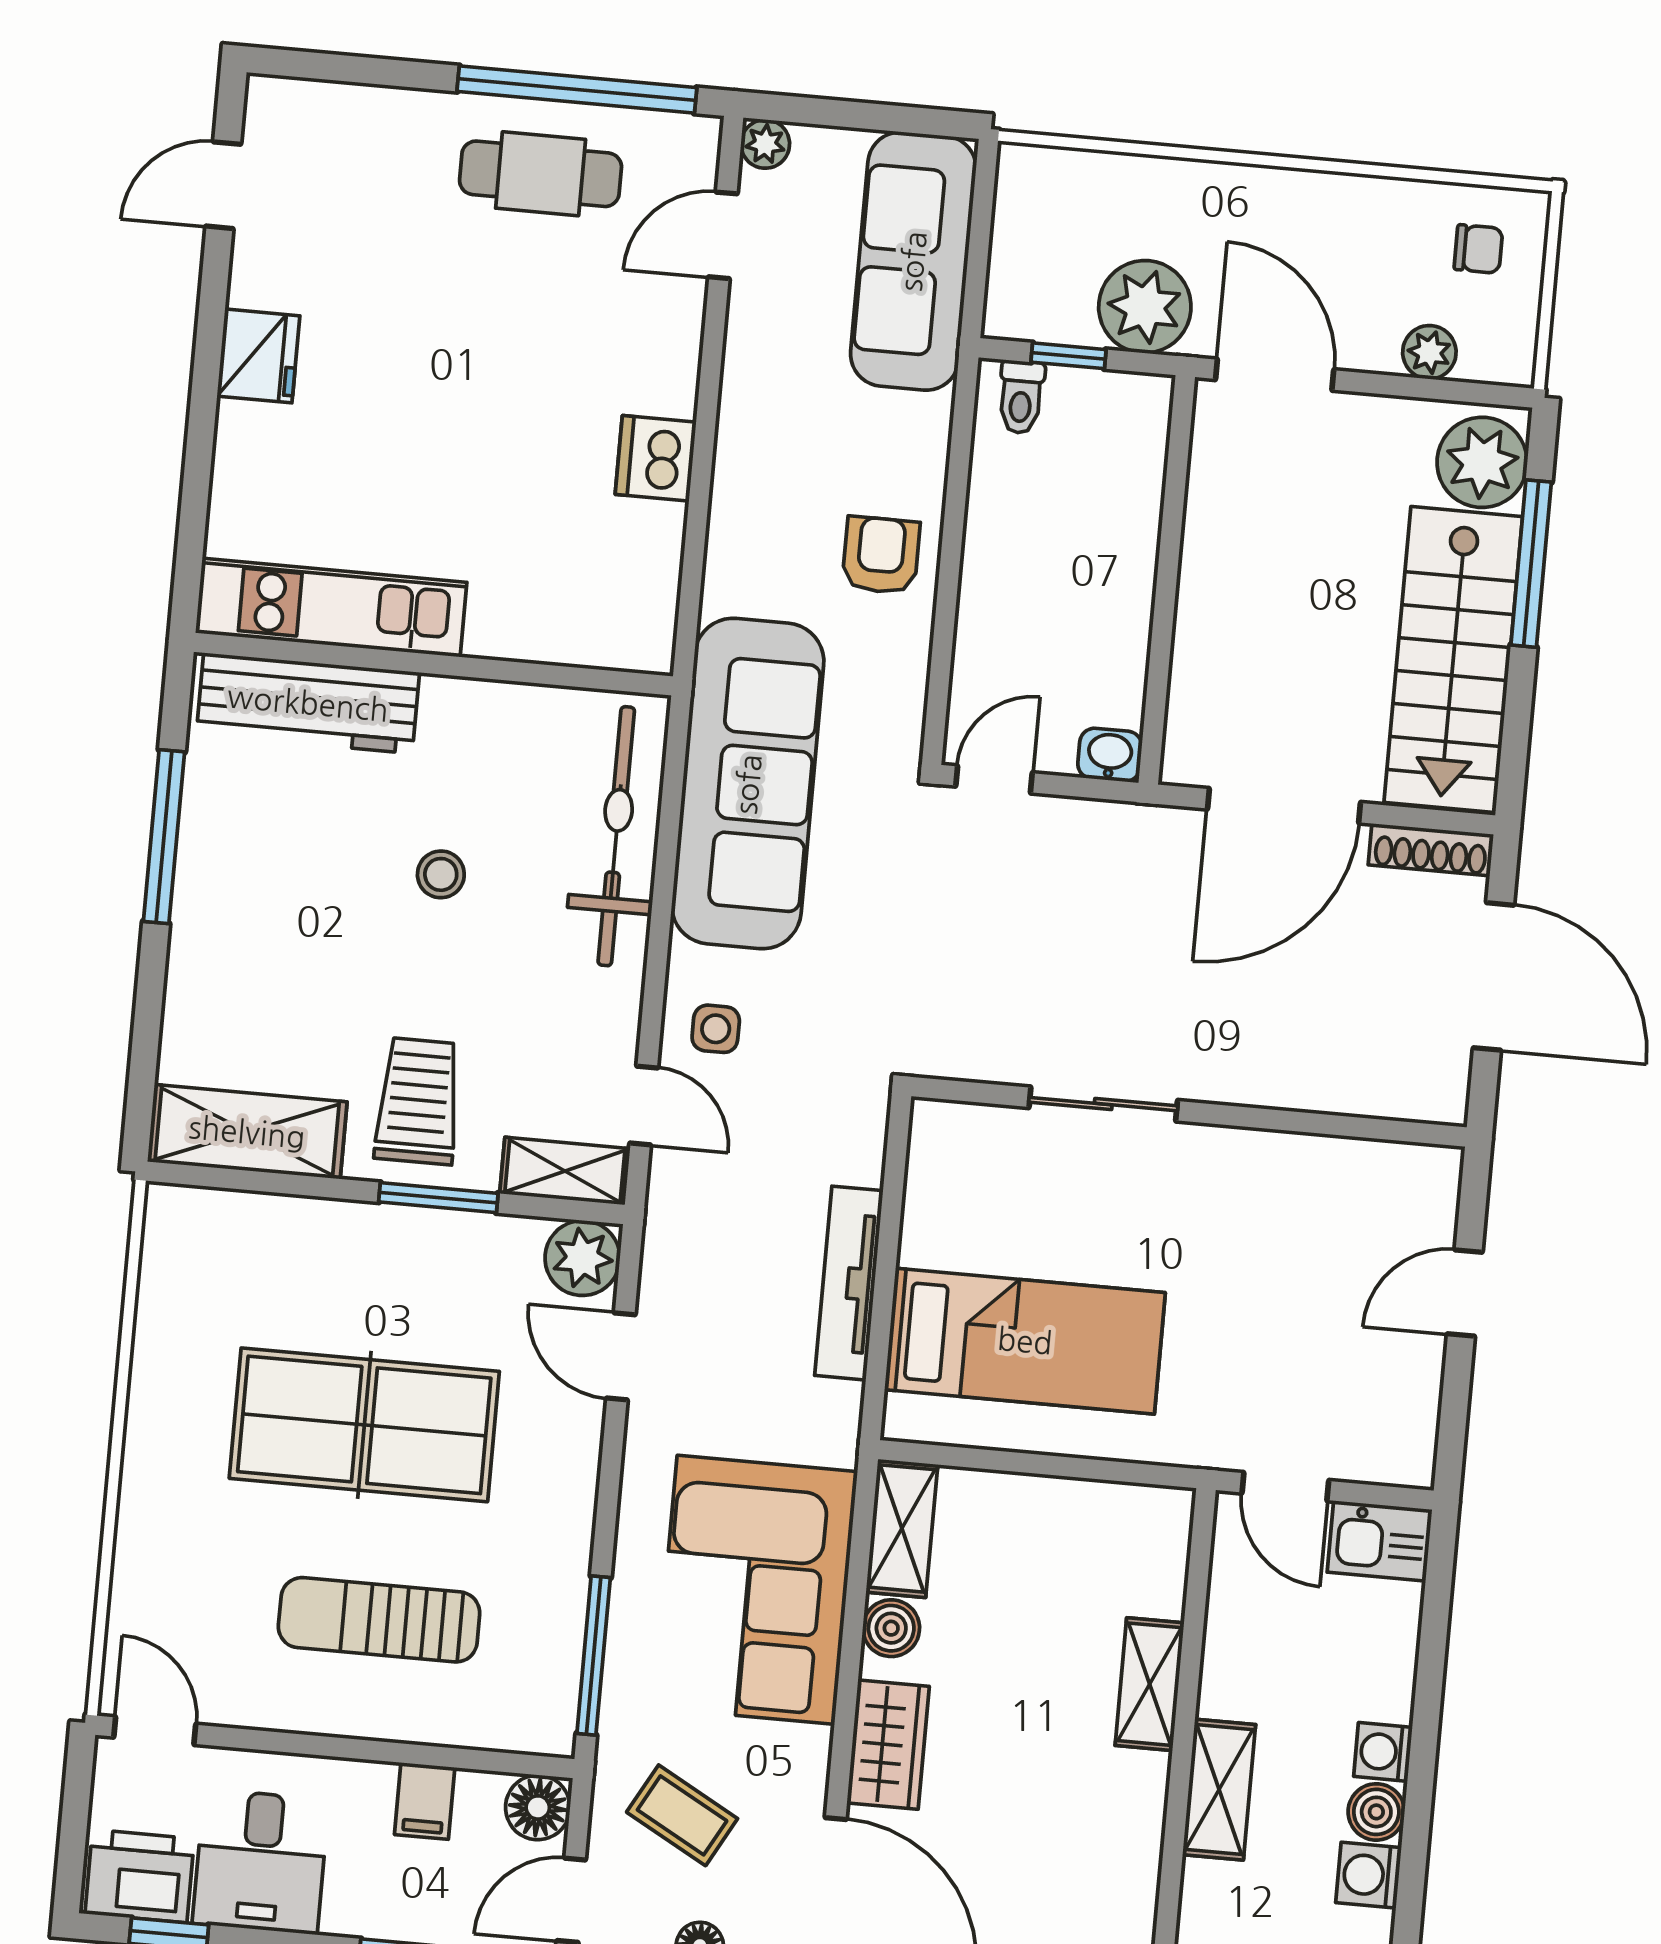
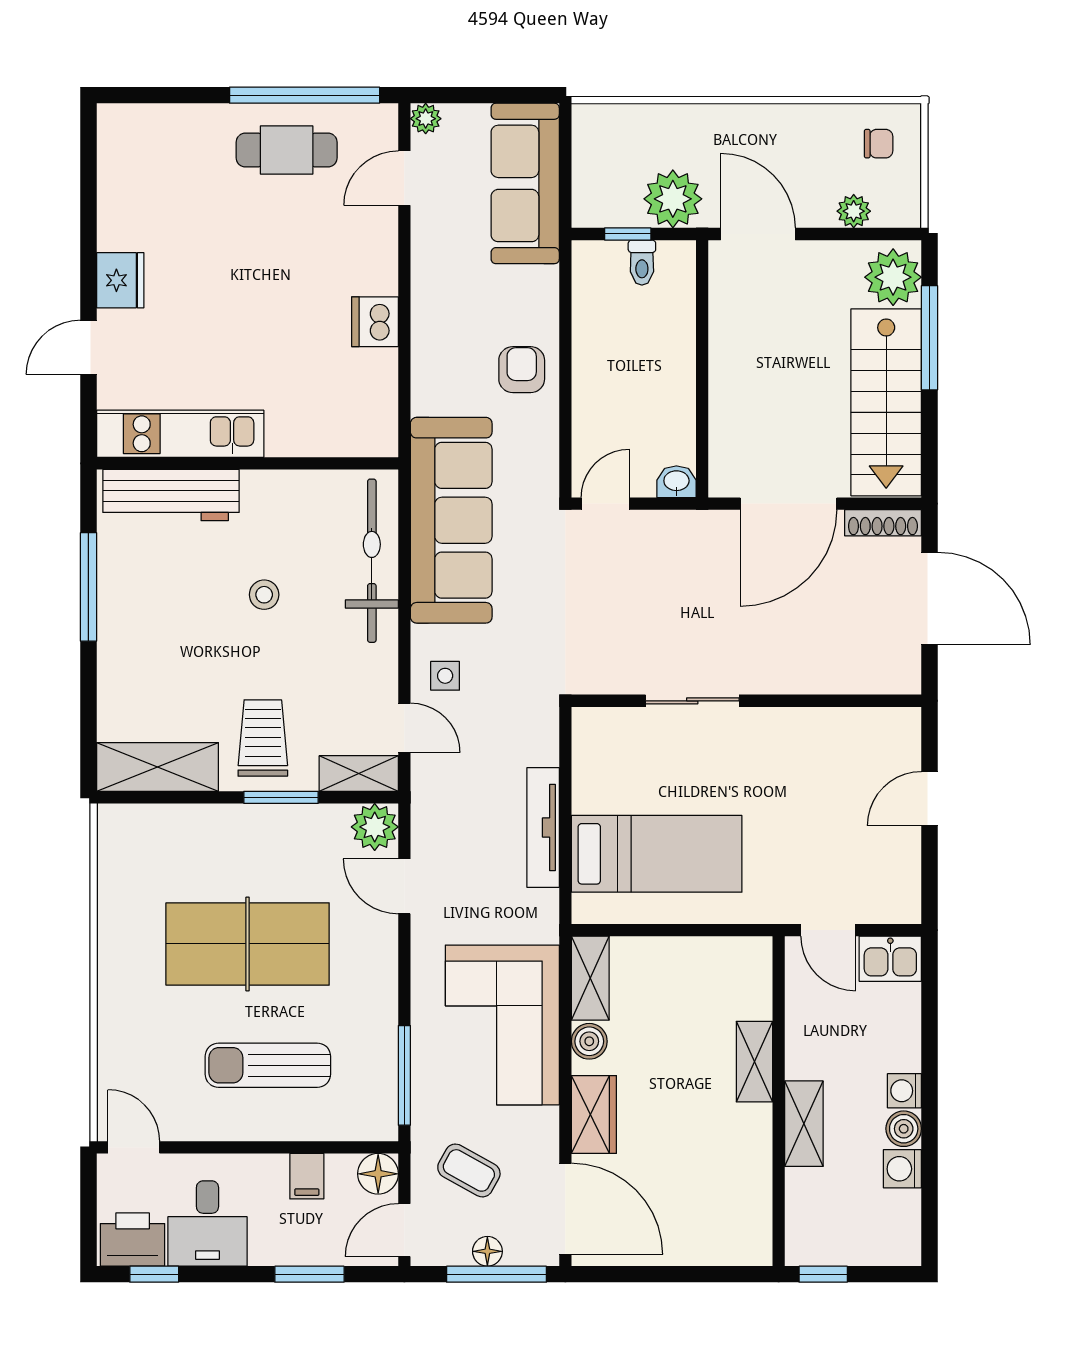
door: (223, 185) -> (88, 347), moved
toilet: (1021, 397) -> (642, 263), moved

